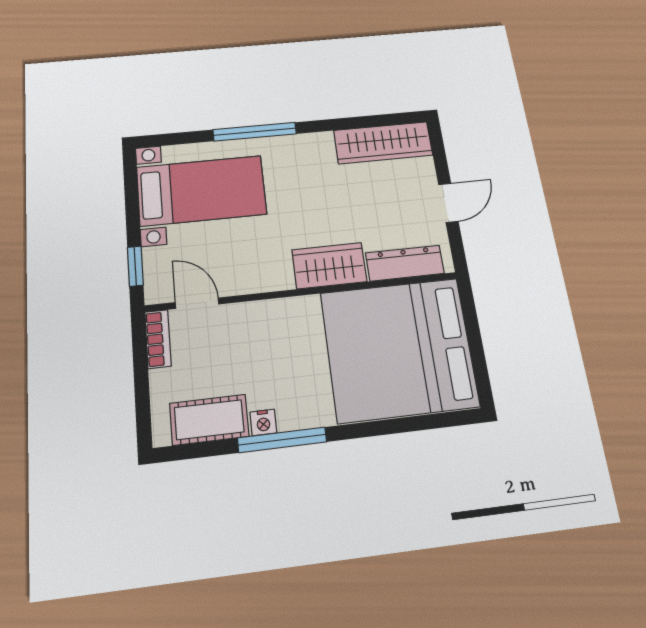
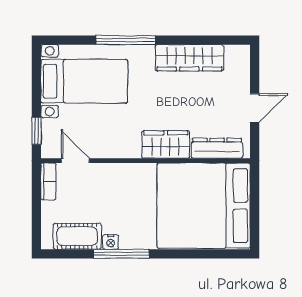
wardrobe: (383, 143) -> (189, 58), moved

